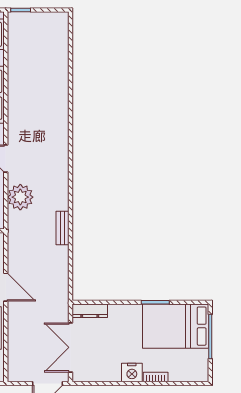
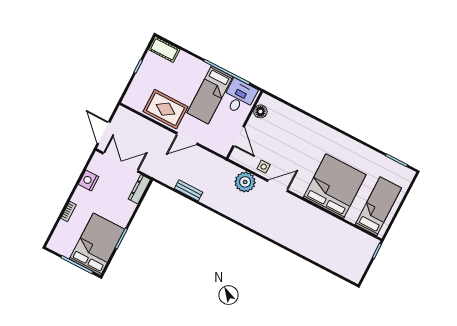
bench: (63, 228) -> (189, 190), moved
nightstand: (132, 372) -> (89, 180), moved

